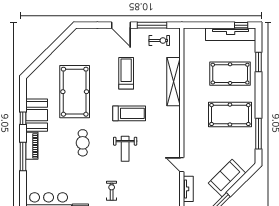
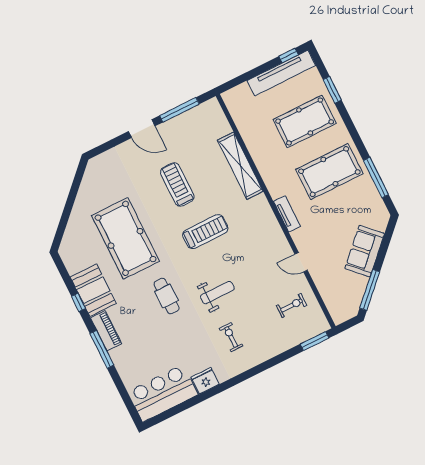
exercise bike: (159, 40) -> (292, 305), moved
weight bench: (125, 149) -> (217, 293), moved, turned -90
tv unit: (188, 189) -> (287, 214), moved

